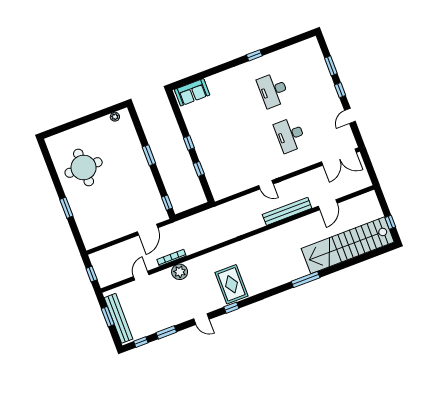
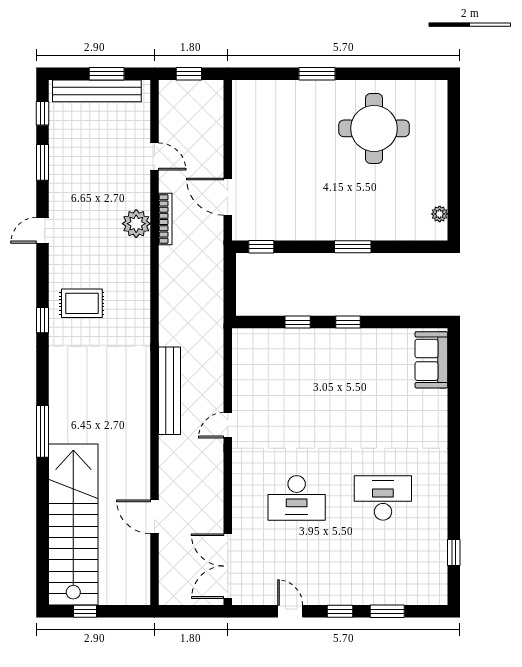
window: (254, 55) -> (454, 552), moved
desk: (290, 135) -> (297, 498), turned 180
bench: (287, 211) -> (169, 391), moved
rug: (231, 284) -> (82, 303), width x0.73, depth x0.70
window: (231, 308) -> (43, 320), moved

